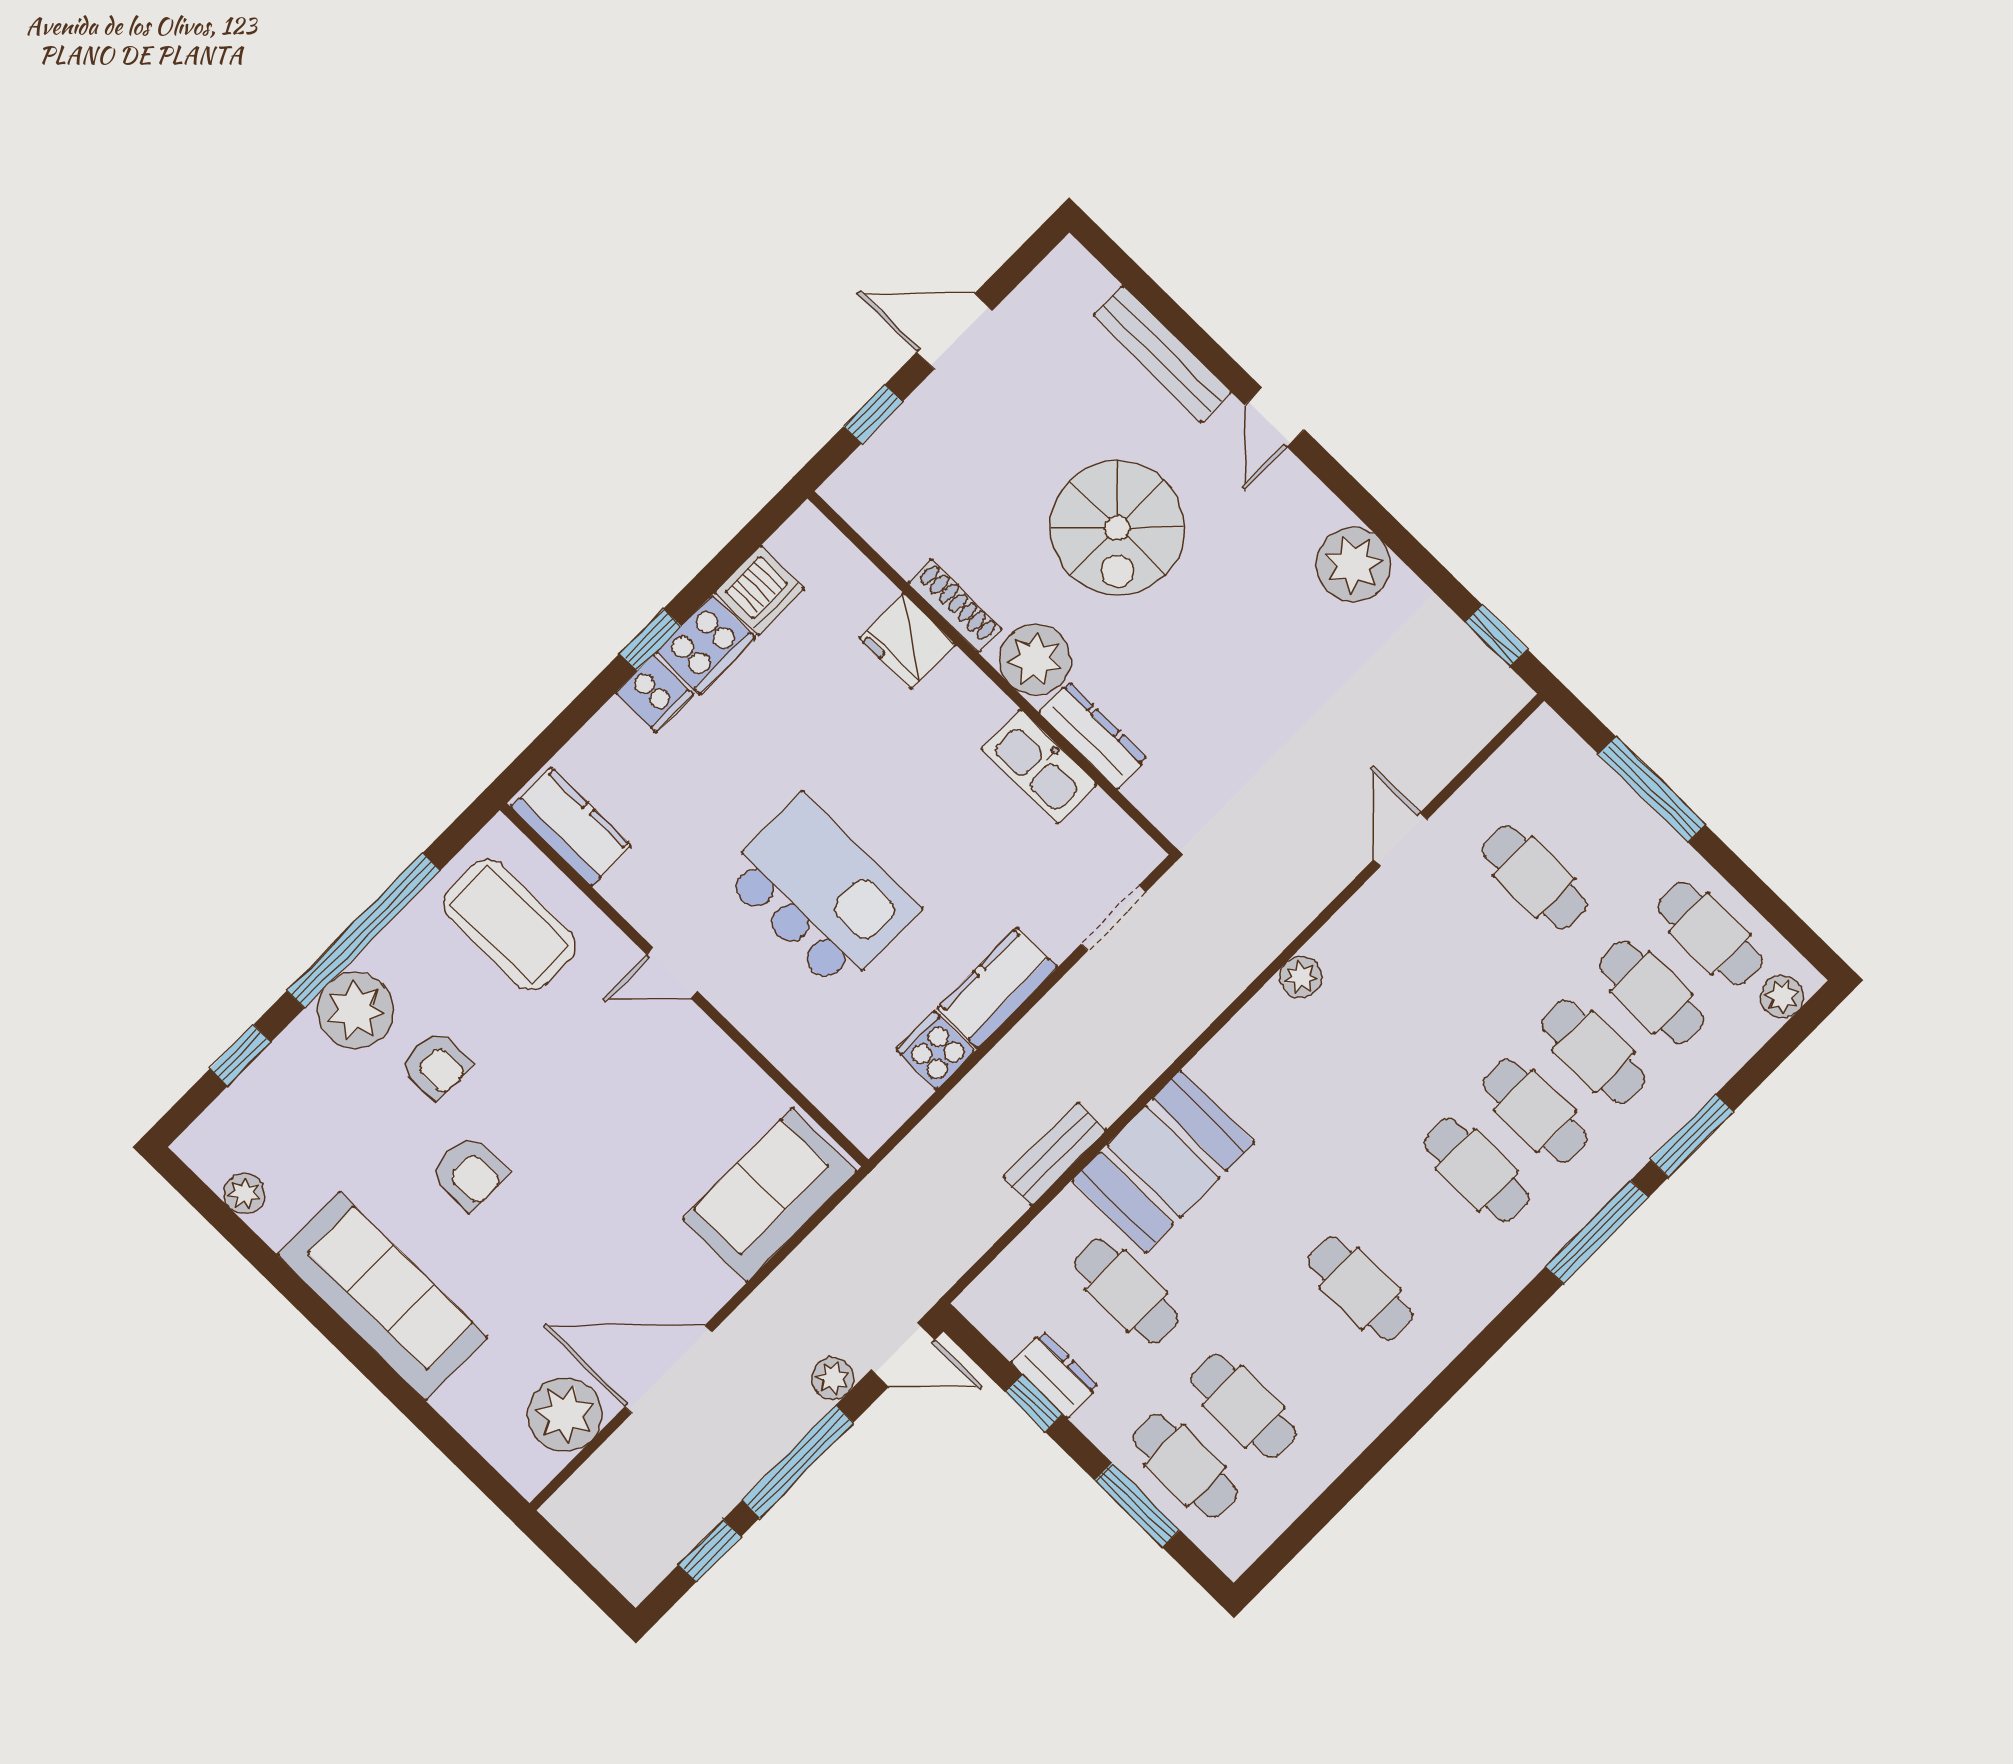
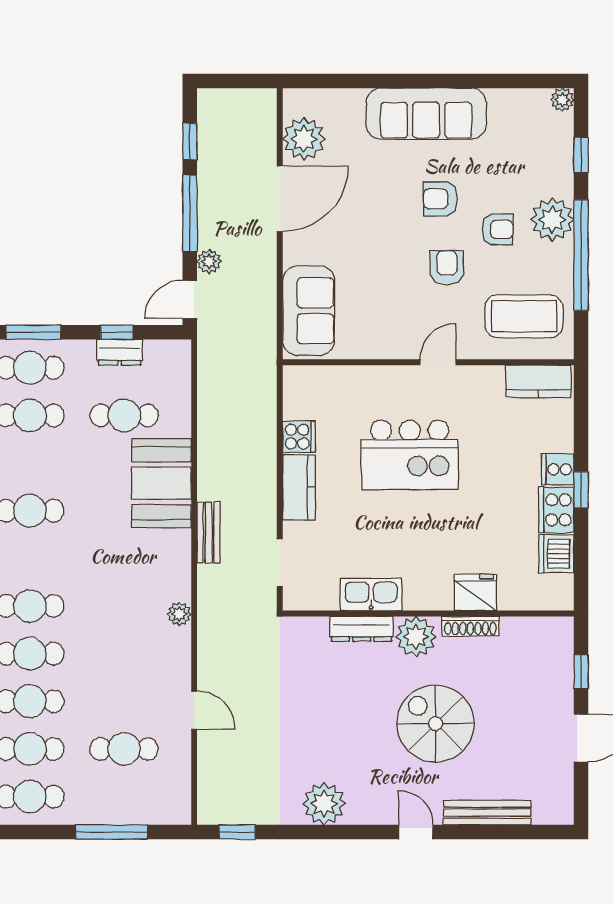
armchair: (436, 1065) -> (497, 229), turned 180
armchair: (545, 1079) -> (447, 268), added
bench: (1055, 1154) -> (209, 532), moved
plant: (244, 1194) -> (562, 100), moved

